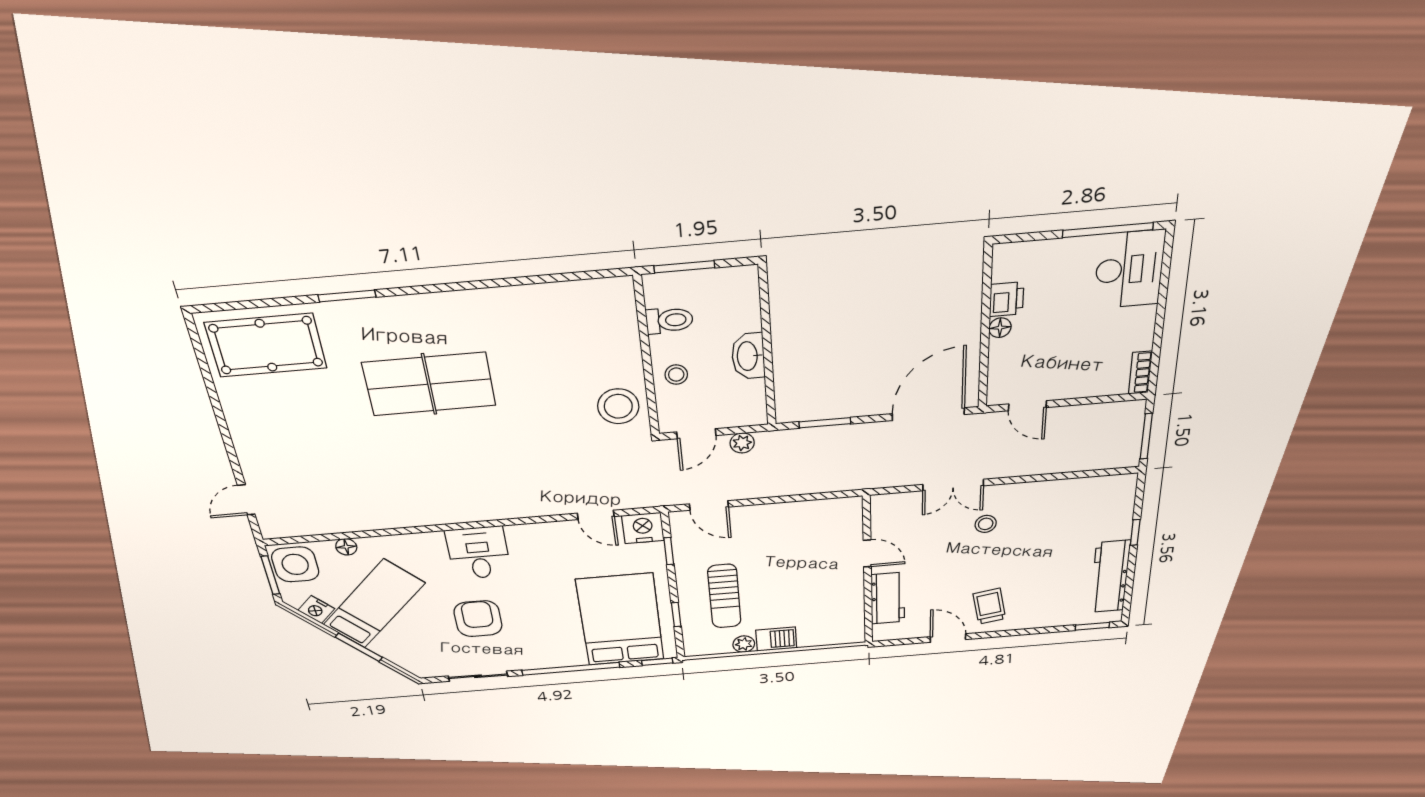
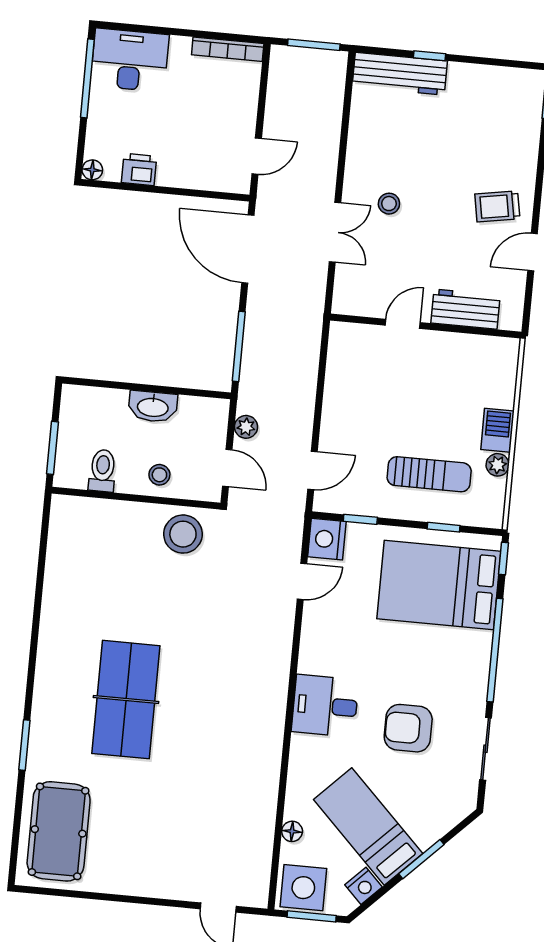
floor lamp: (1000, 328) -> (92, 170), moved
bookcase: (1140, 373) -> (228, 49), width x1.56
window: (825, 423) -> (239, 346), width x1.44
workbench: (1110, 577) -> (400, 74), moved

